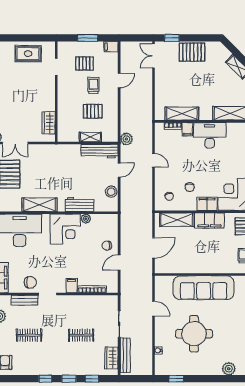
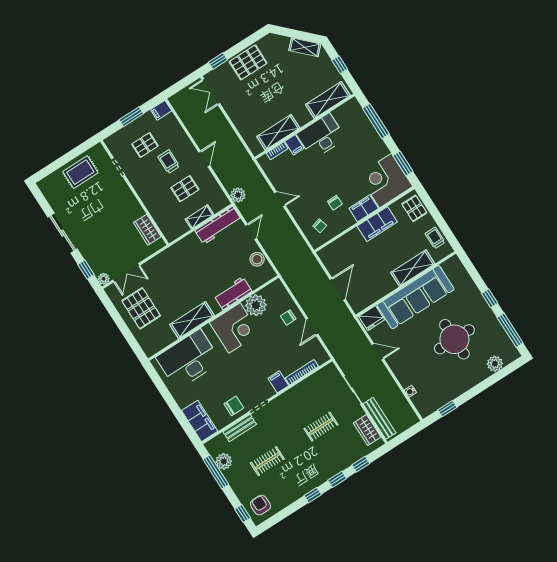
door: (119, 81) -> (204, 159), moved
plant: (86, 219) -> (256, 305), width x1.88, depth x1.88
shelving: (177, 220) -> (413, 268), moved
fridge: (164, 283) -> (372, 318), added
round table: (194, 334) -> (454, 339), moved

